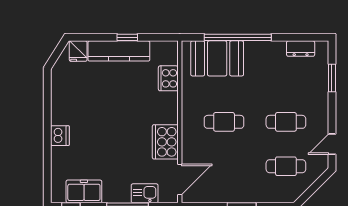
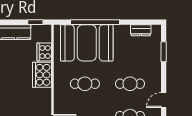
window: (127, 37) -> (35, 22), moved
booth: (217, 58) -> (87, 43), width x1.36, depth x1.42
cooker: (165, 142) -> (42, 75), moved

